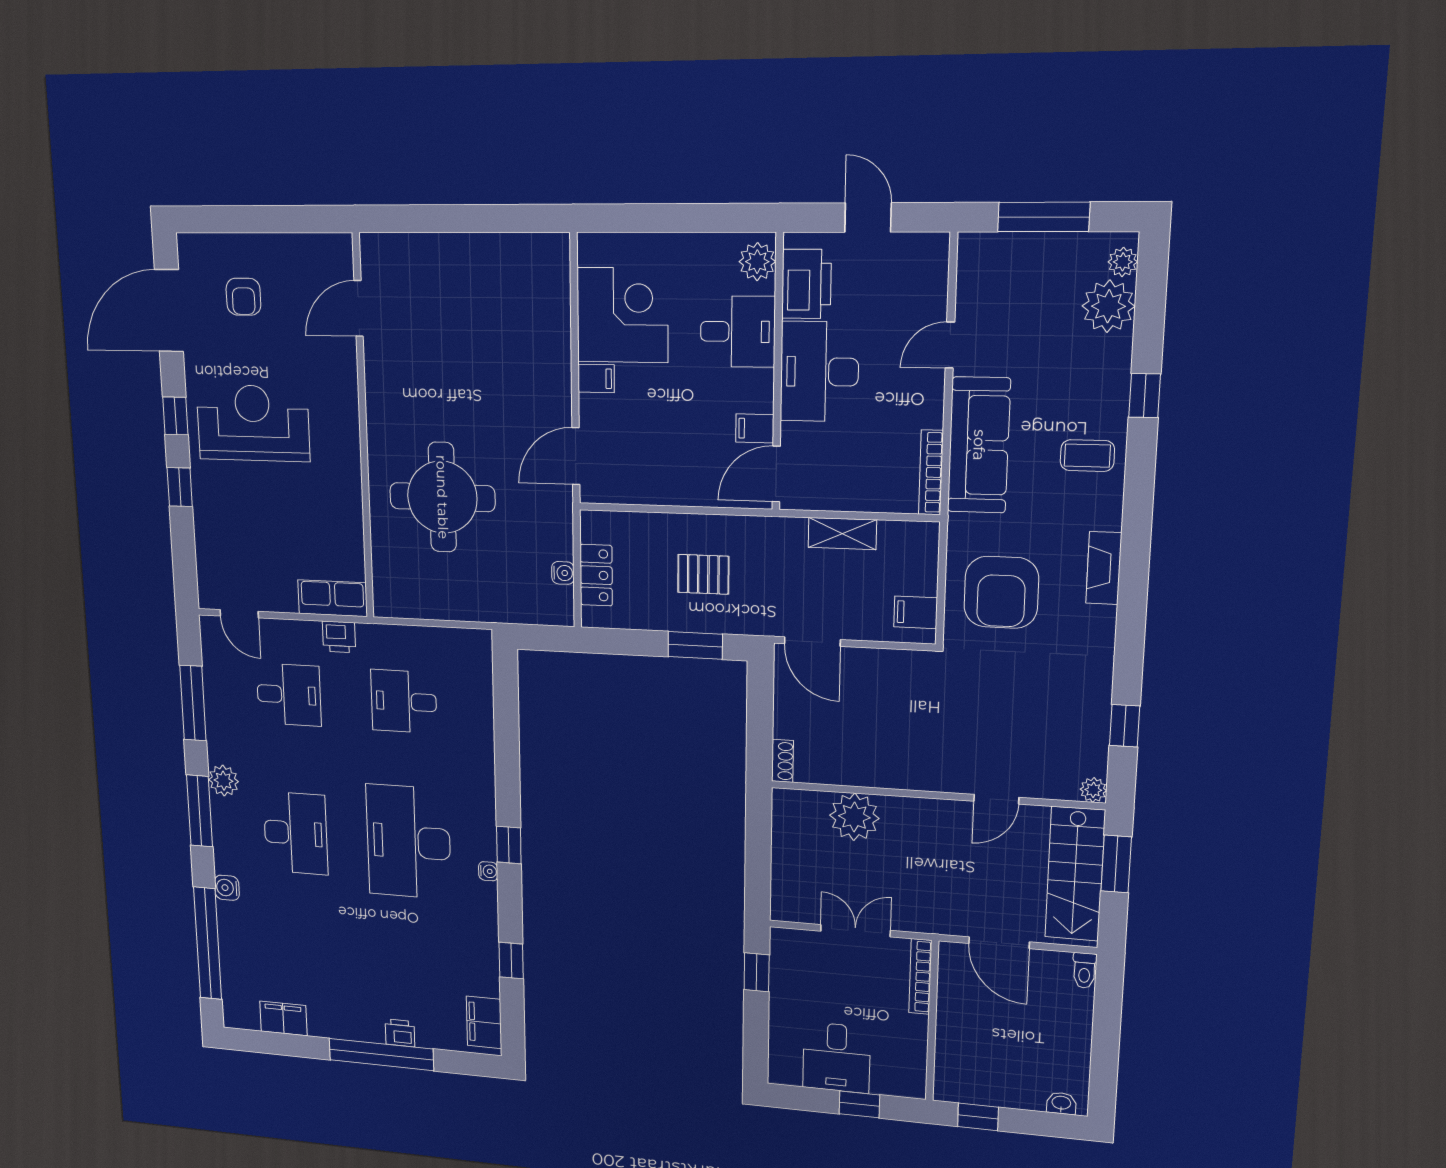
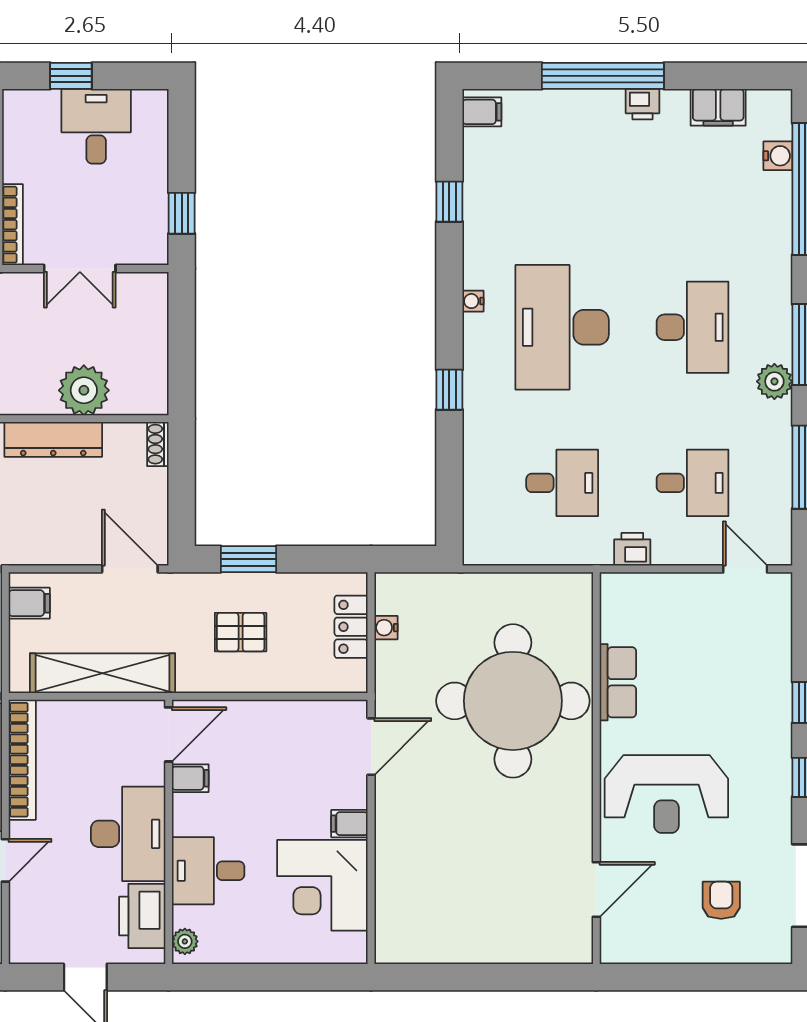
plant: (757, 262) -> (185, 941), width x0.73, depth x0.73
reception desk: (253, 423) -> (666, 794), moved
bookcase: (931, 472) -> (22, 760), width x1.48, depth x1.31
round table: (442, 497) -> (513, 701), width x1.36, depth x1.36
shelving: (842, 534) -> (103, 673), width x2.20, depth x1.33
row of seats: (332, 598) -> (618, 682), moved, turned -90
desk: (289, 695) -> (693, 483), turned 180
dresser: (886, 772) -> (53, 439), added
desk: (296, 833) -> (693, 327), turned 180
desk: (409, 842) -> (562, 327), turned 180
window: (509, 845) -> (449, 390), moved
water cooler: (227, 888) -> (778, 156), moved
filing cabinet: (484, 1022) -> (482, 112), width x0.50
printer: (400, 1033) -> (643, 104), moved

